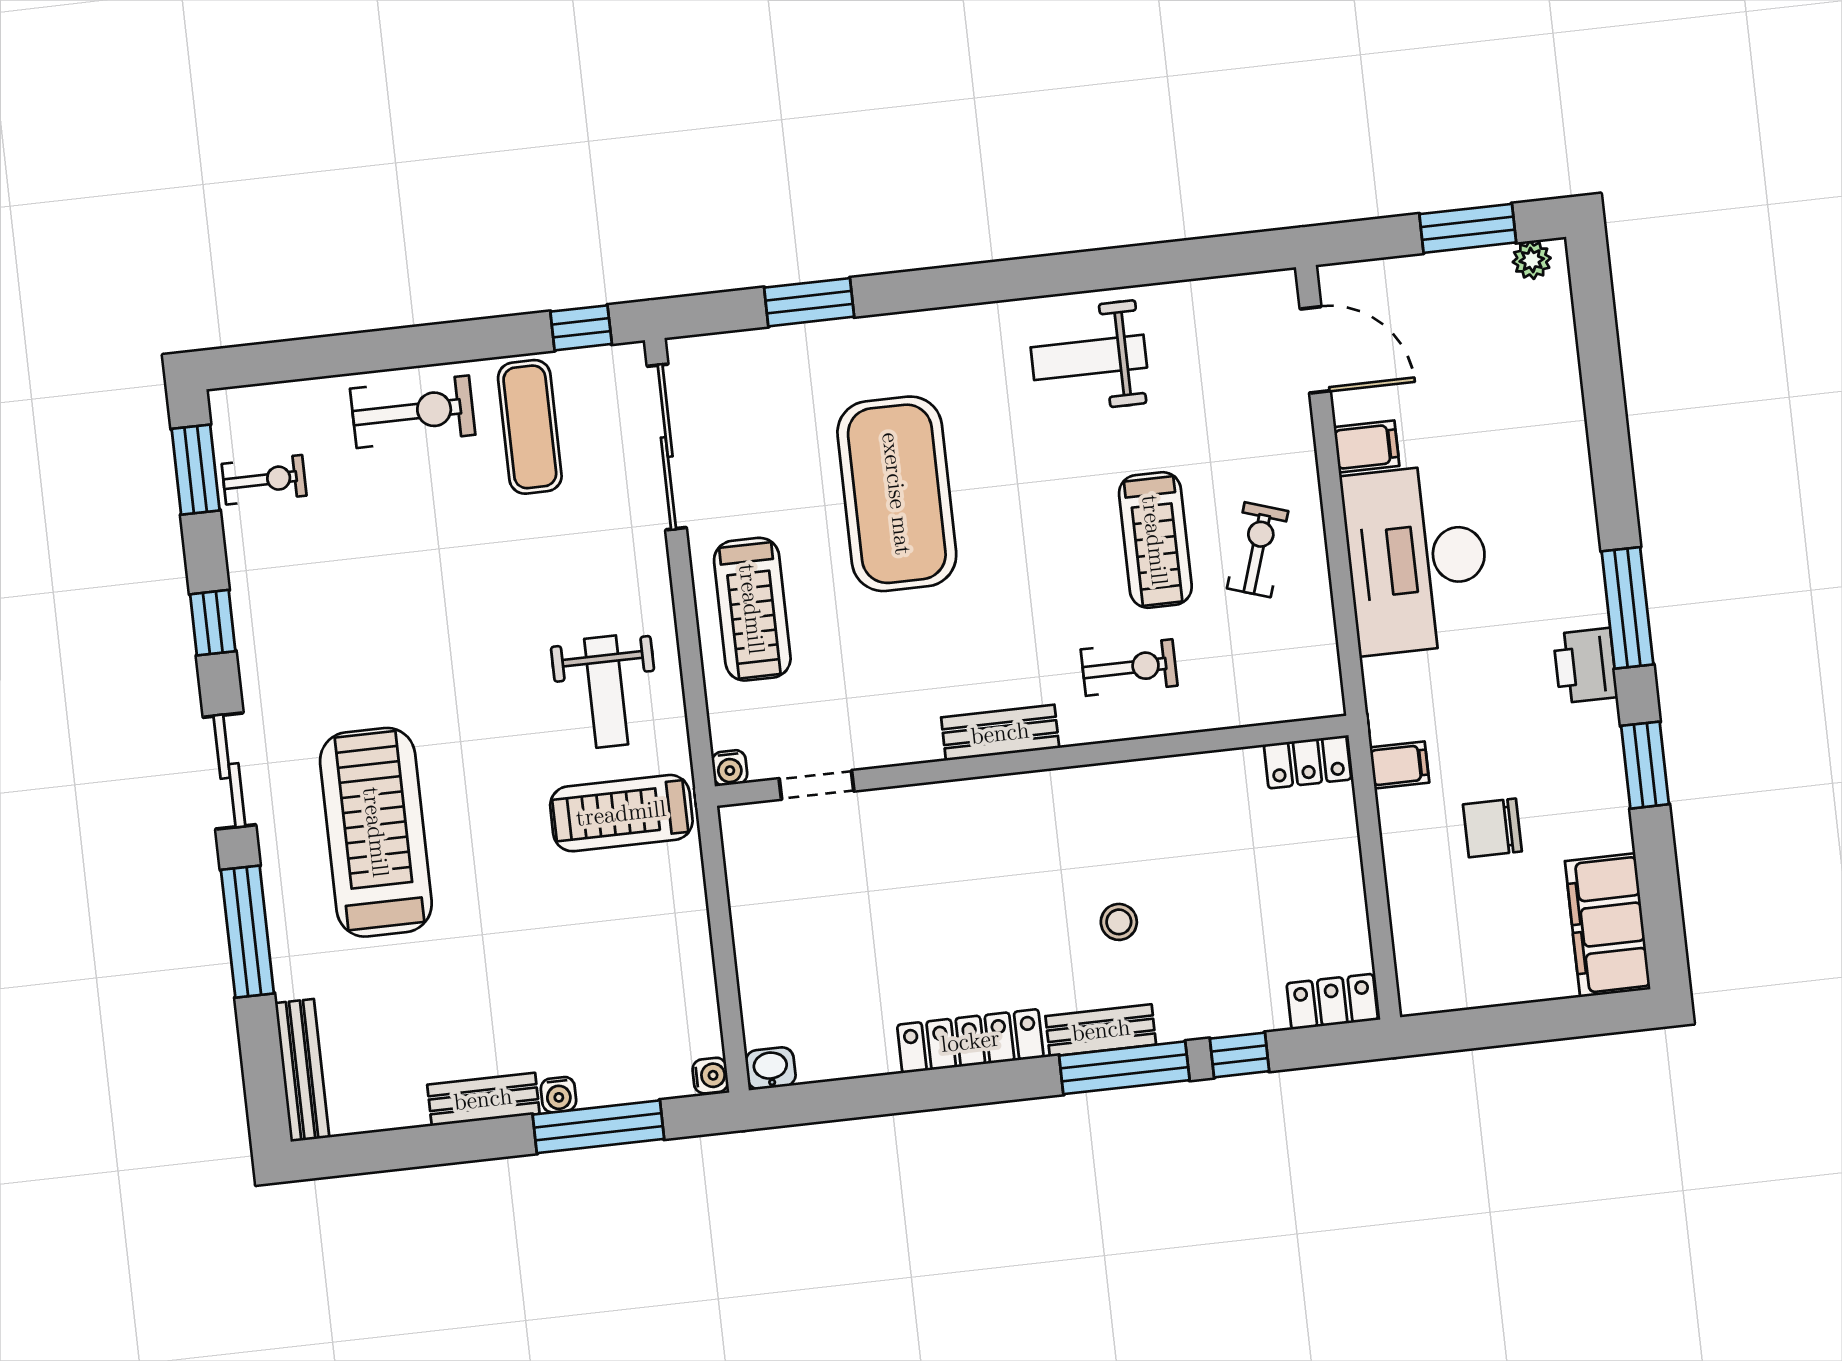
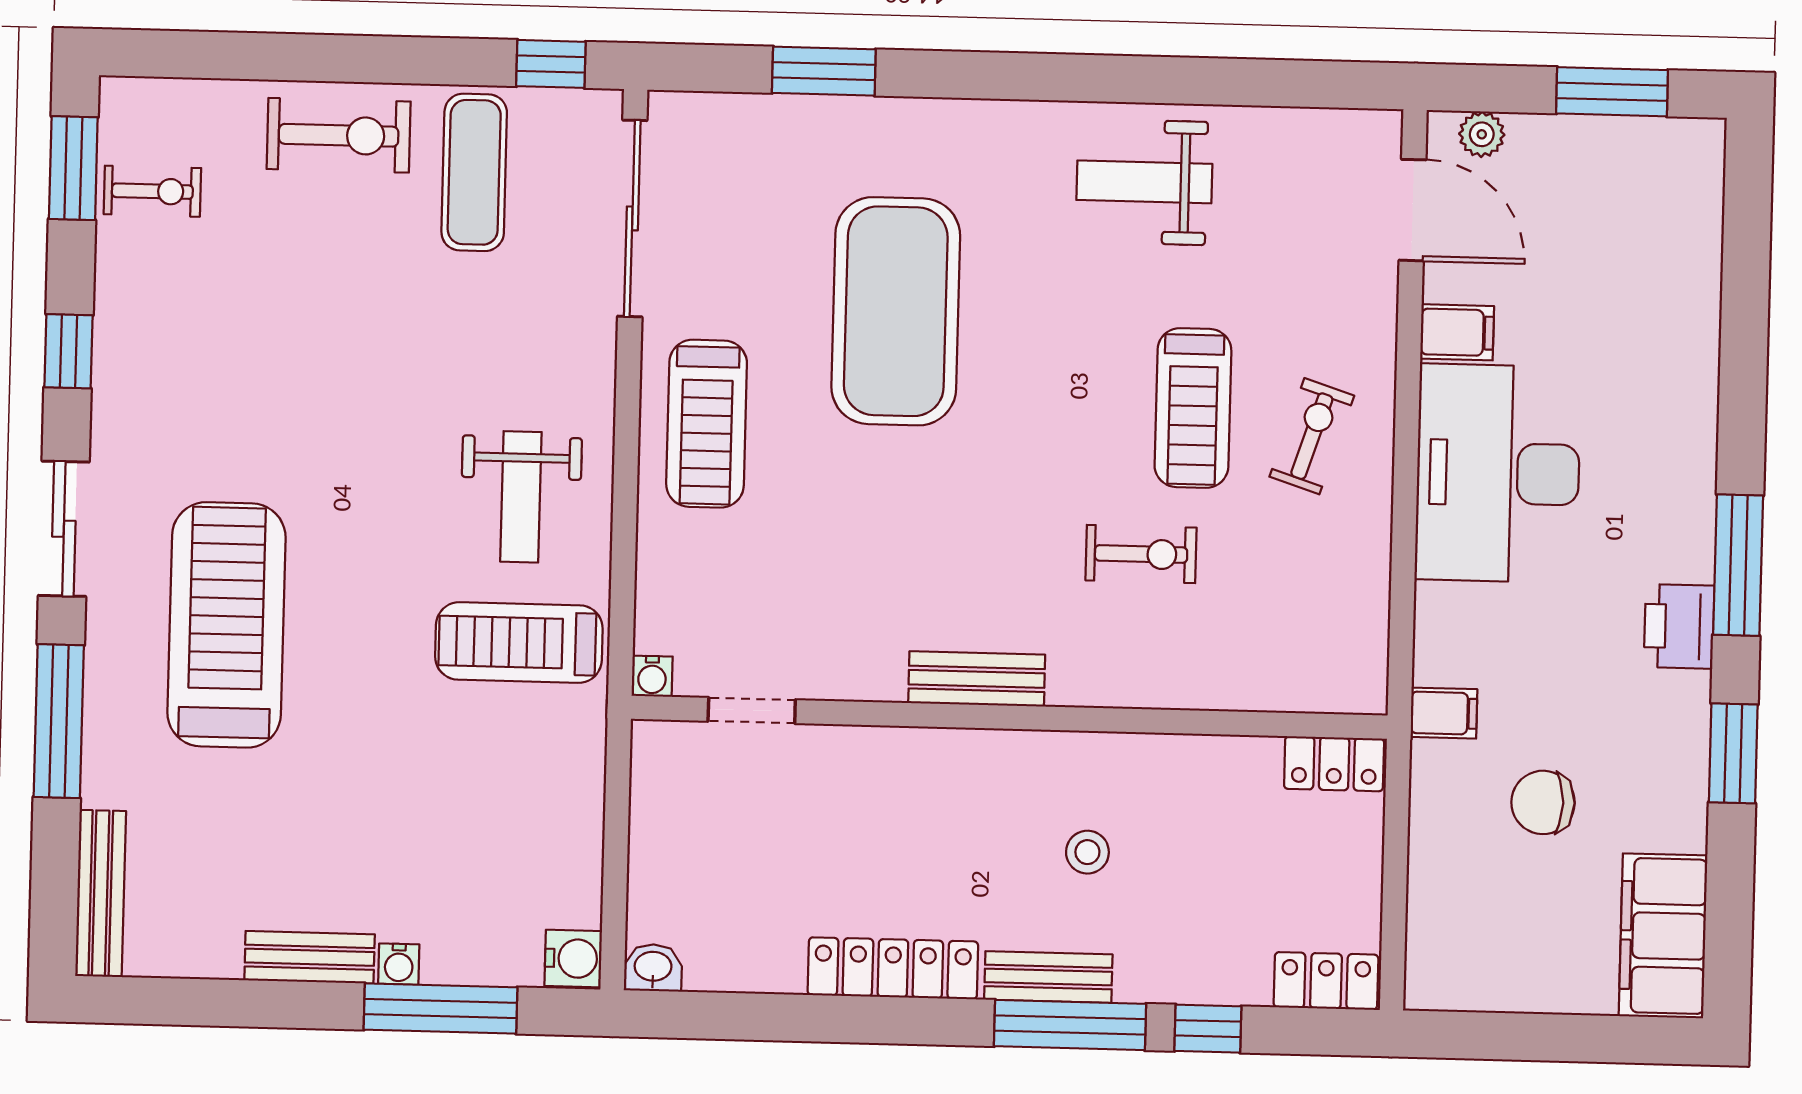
plant: (1532, 260) -> (1482, 134), moved
bench: (1000, 733) -> (977, 679), moved
wall: (1032, 761) -> (1009, 717), moved
locker: (1307, 762) -> (1334, 764), moved
water cooler: (730, 768) -> (652, 676), moved
doorway: (817, 785) -> (752, 710), moved
water cooler: (710, 1076) -> (573, 958), width x1.38, depth x1.38

